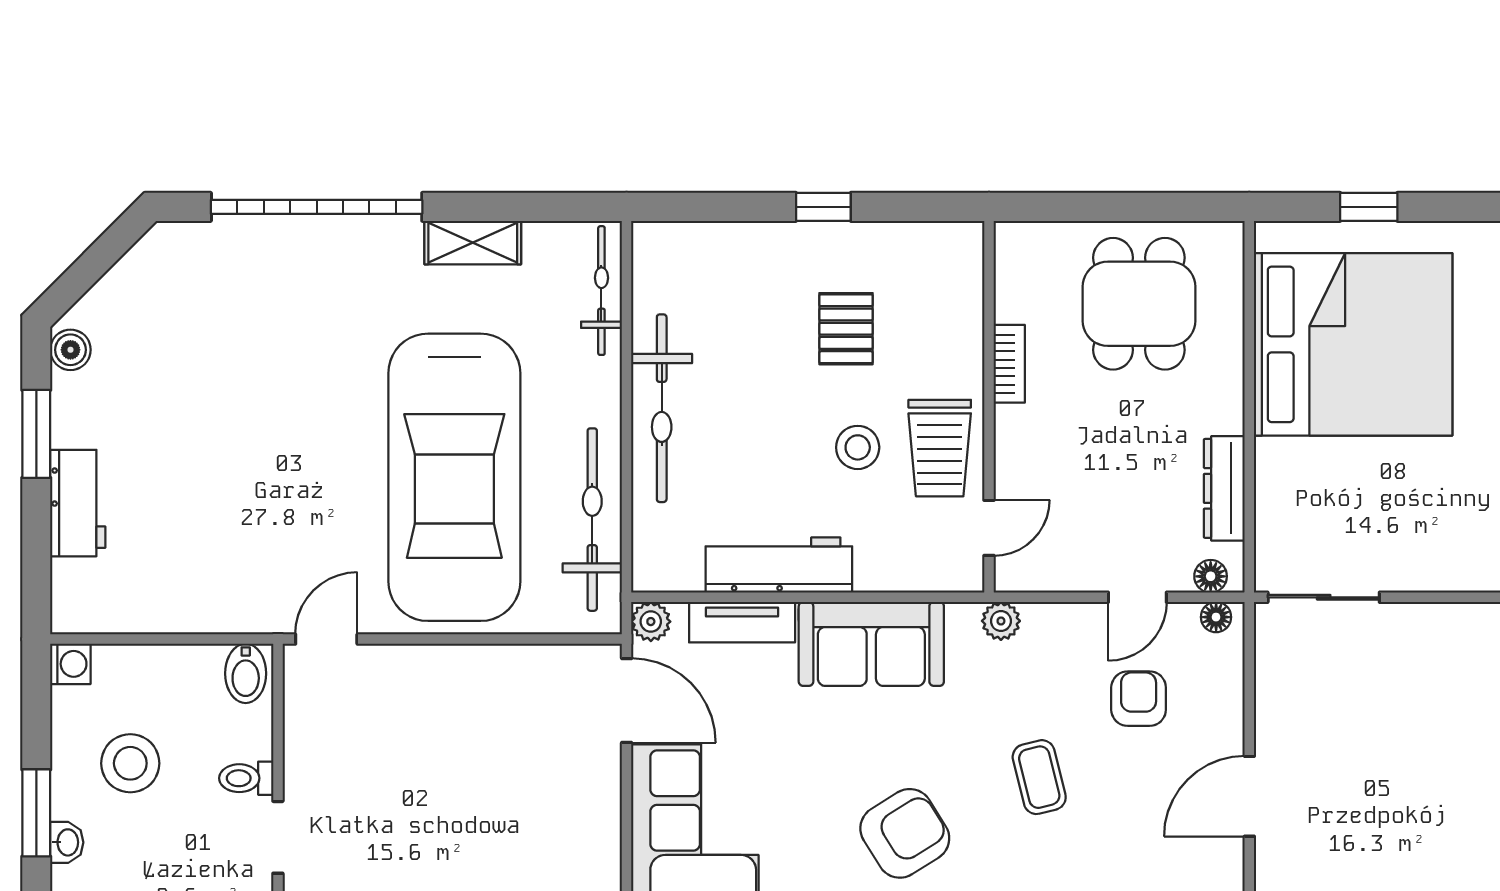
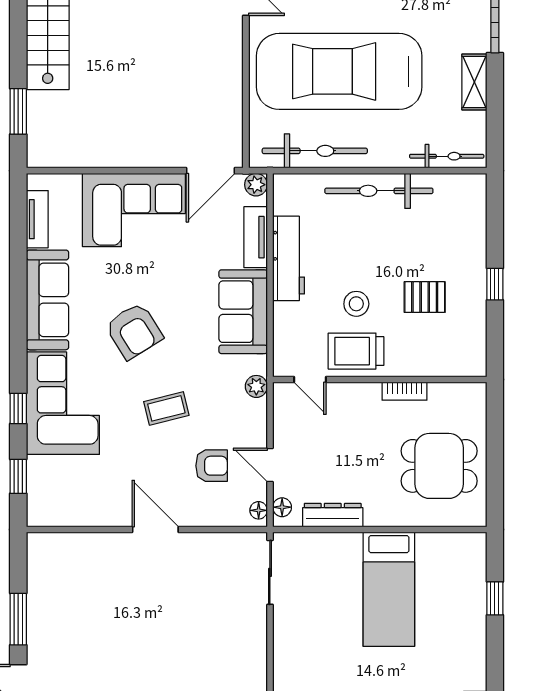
bed: (1353, 344) -> (389, 589), width x0.49

